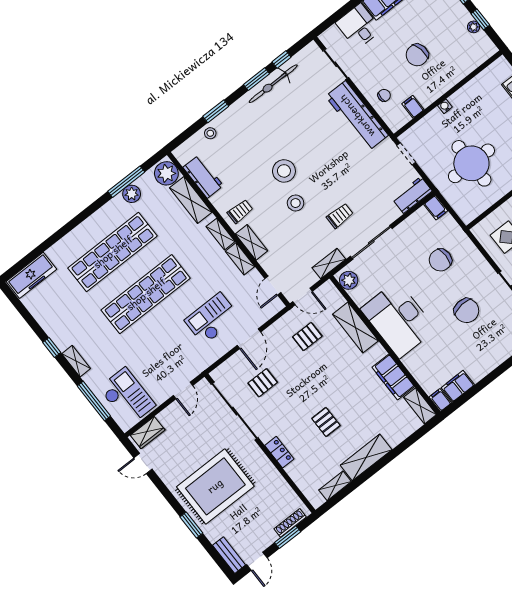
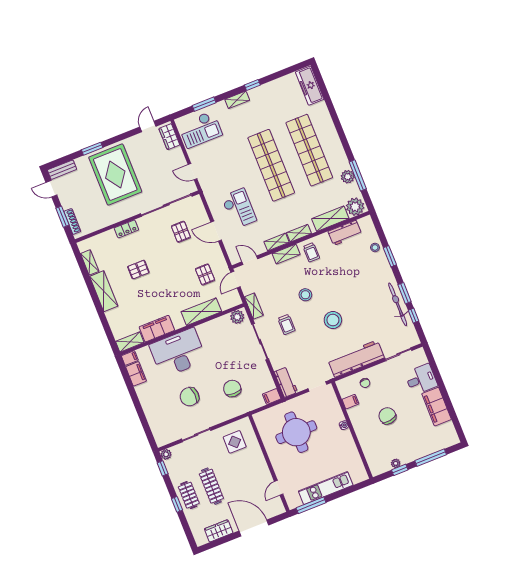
stool: (284, 171) -> (333, 320), moved
desk: (398, 319) -> (178, 353), moved
window: (94, 401) -> (204, 104), width x0.69

